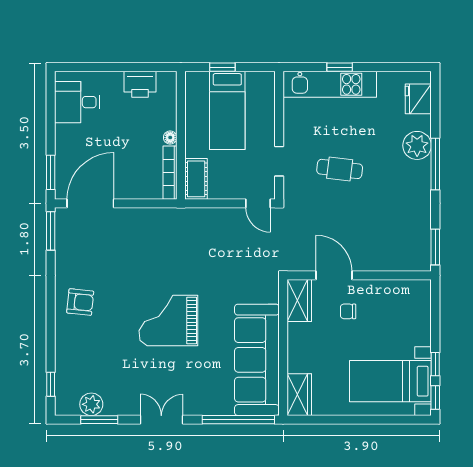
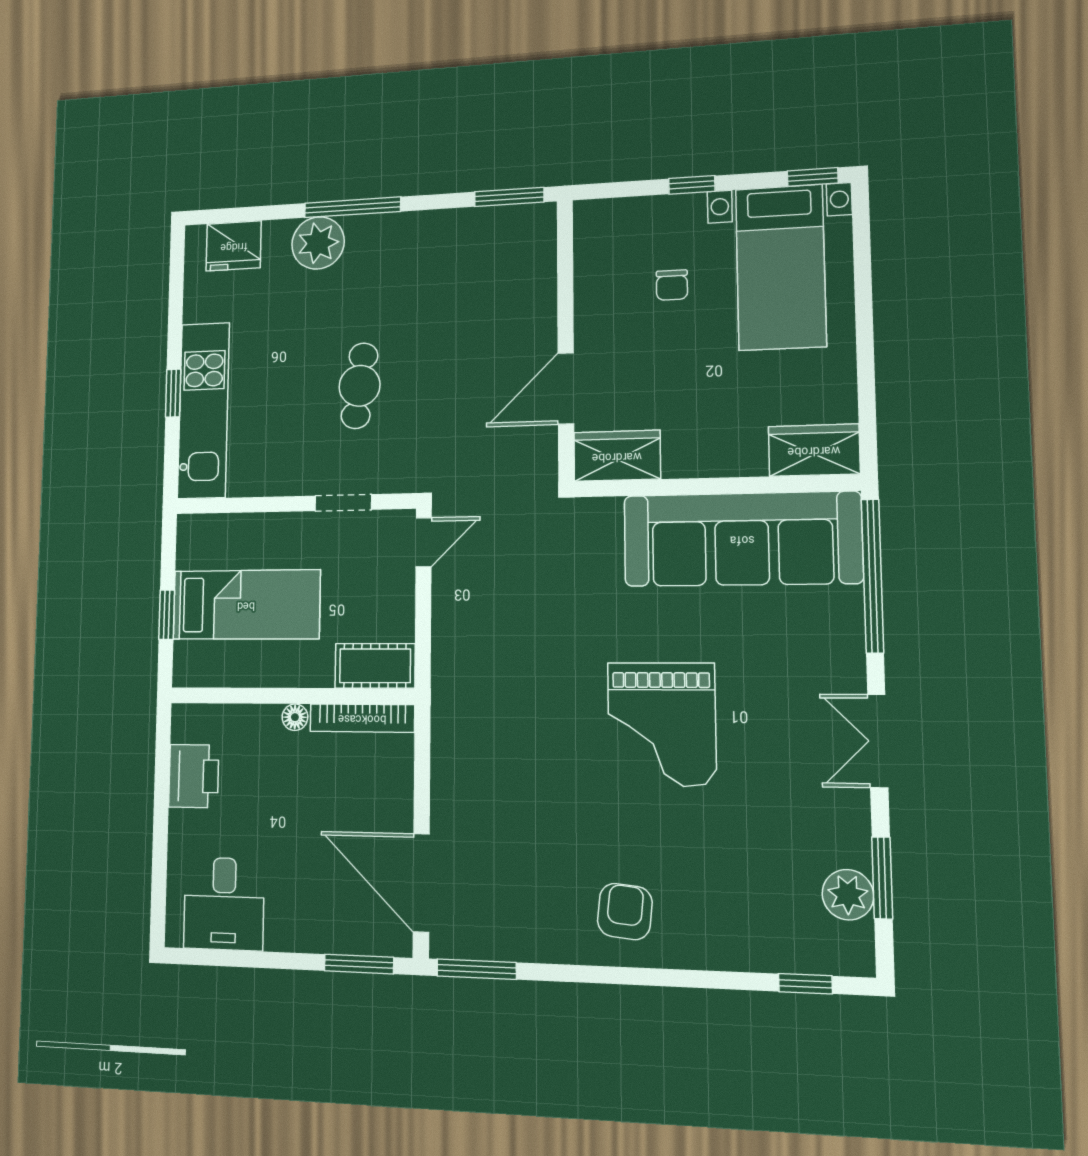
chair: (348, 311) -> (672, 285), moved
window: (435, 364) -> (692, 185), moved

